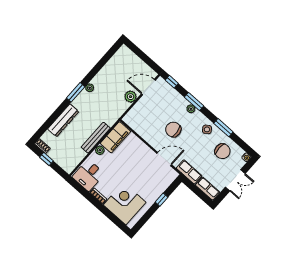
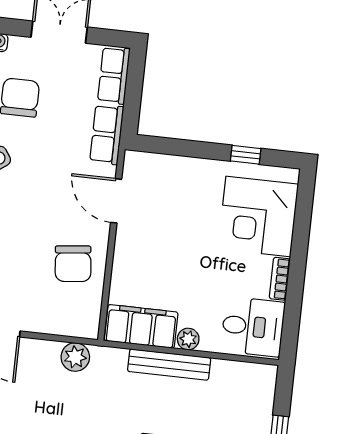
plant: (131, 97) -> (75, 357), moved
chair: (173, 129) -> (73, 264), moved
window: (162, 200) -> (246, 155), moved

